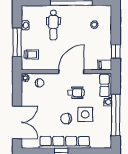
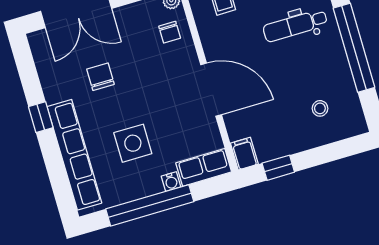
wheelchair: (76, 93) -> (171, 111), removed
chair: (66, 119) -> (100, 77), moved
row of seats: (65, 142) -> (74, 155), moved

